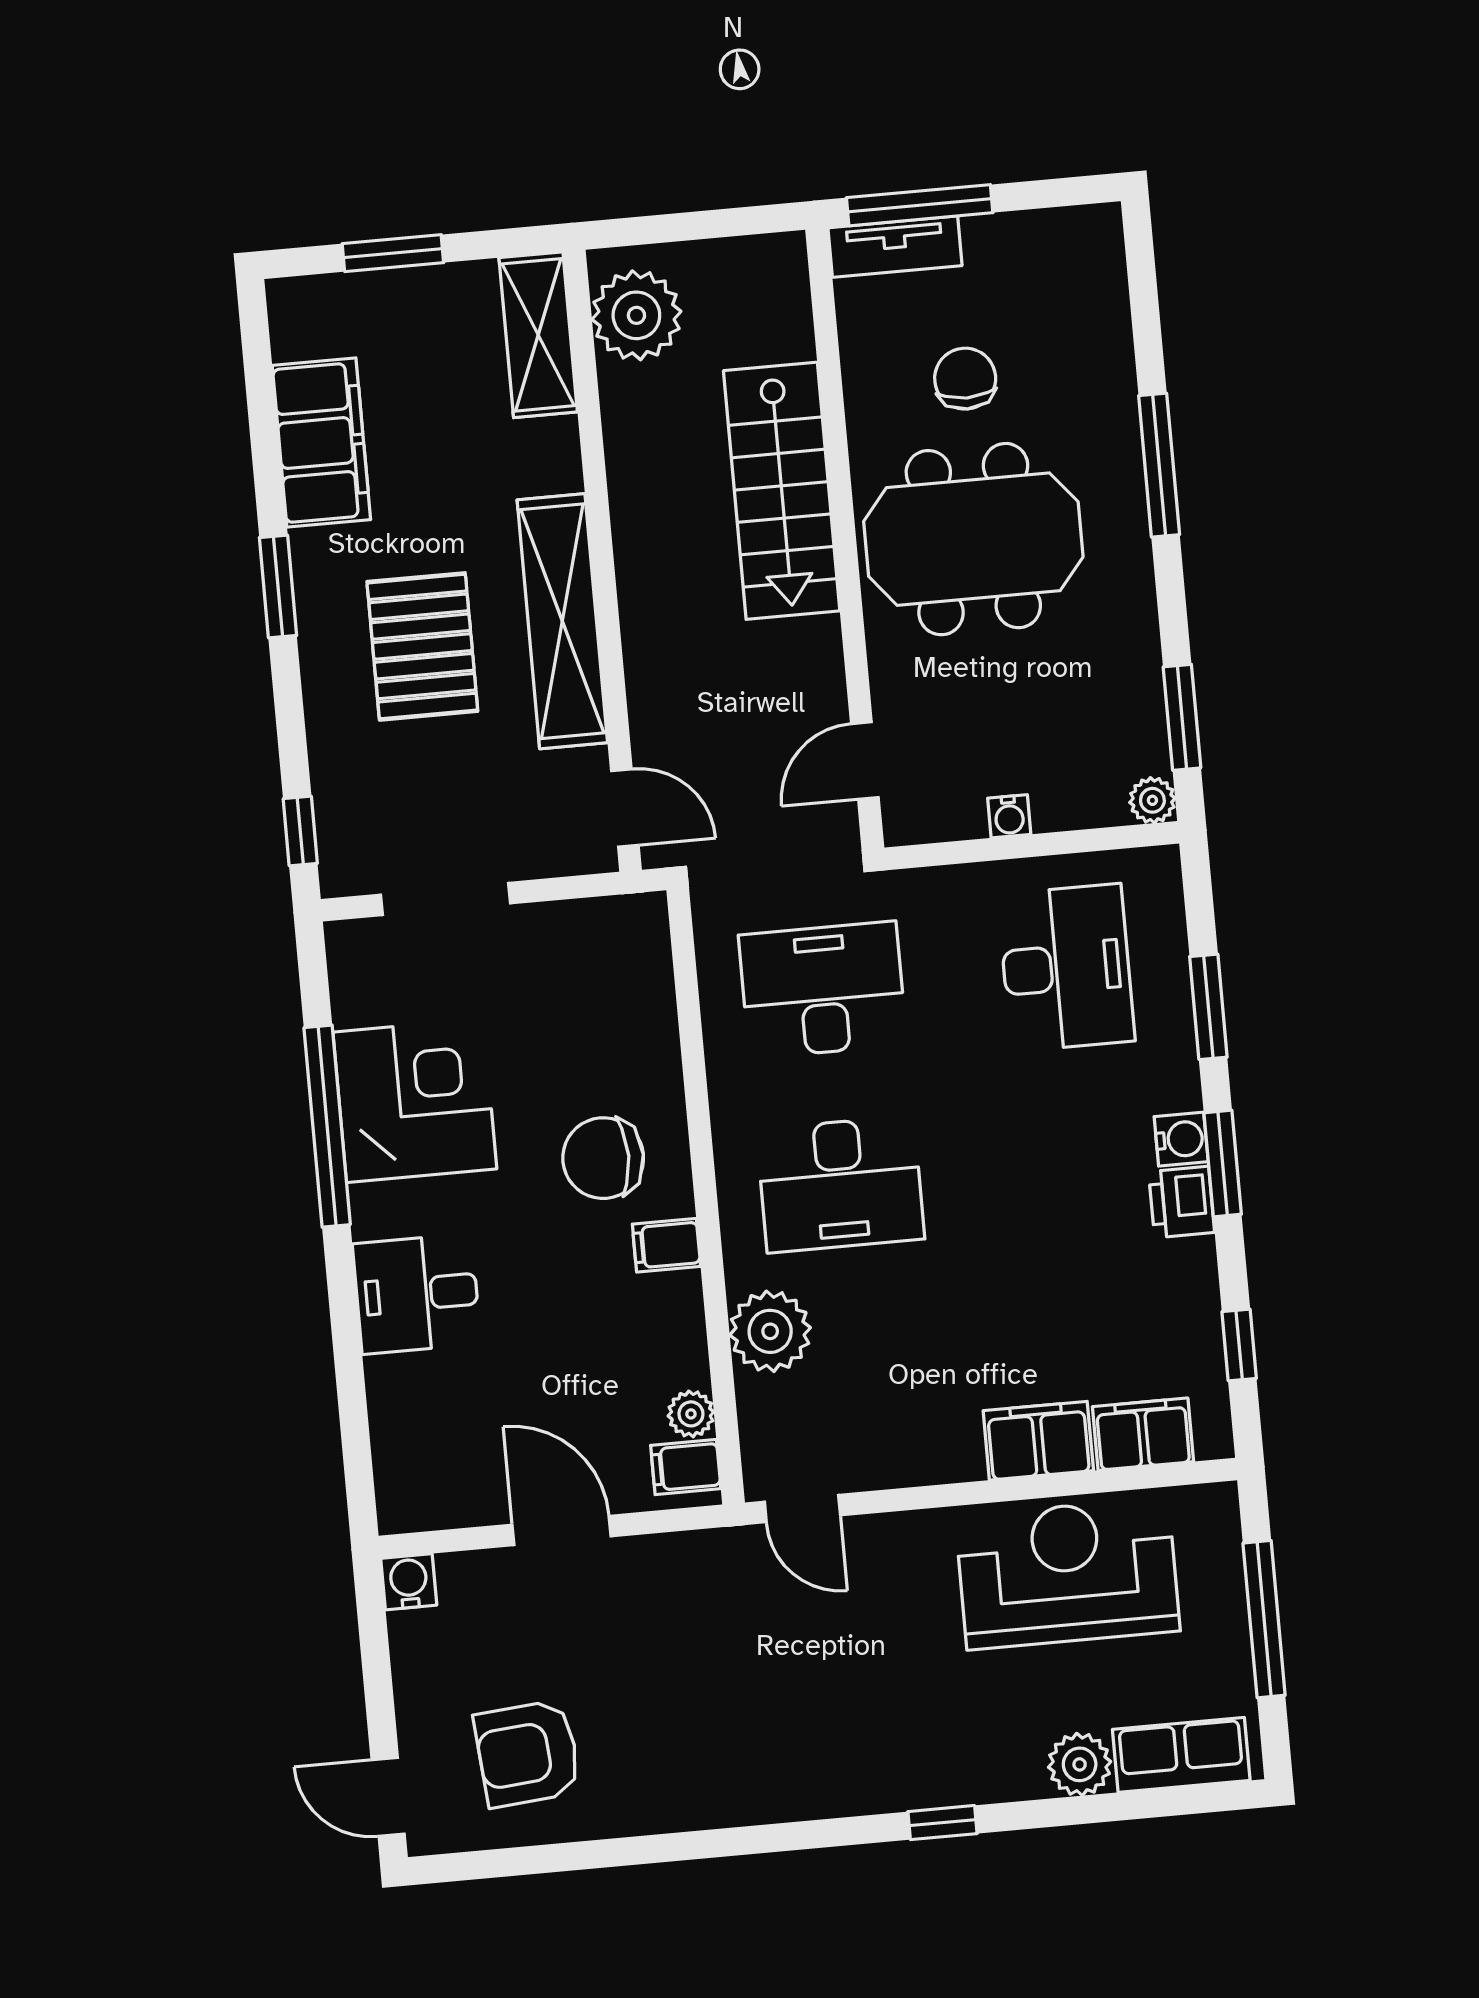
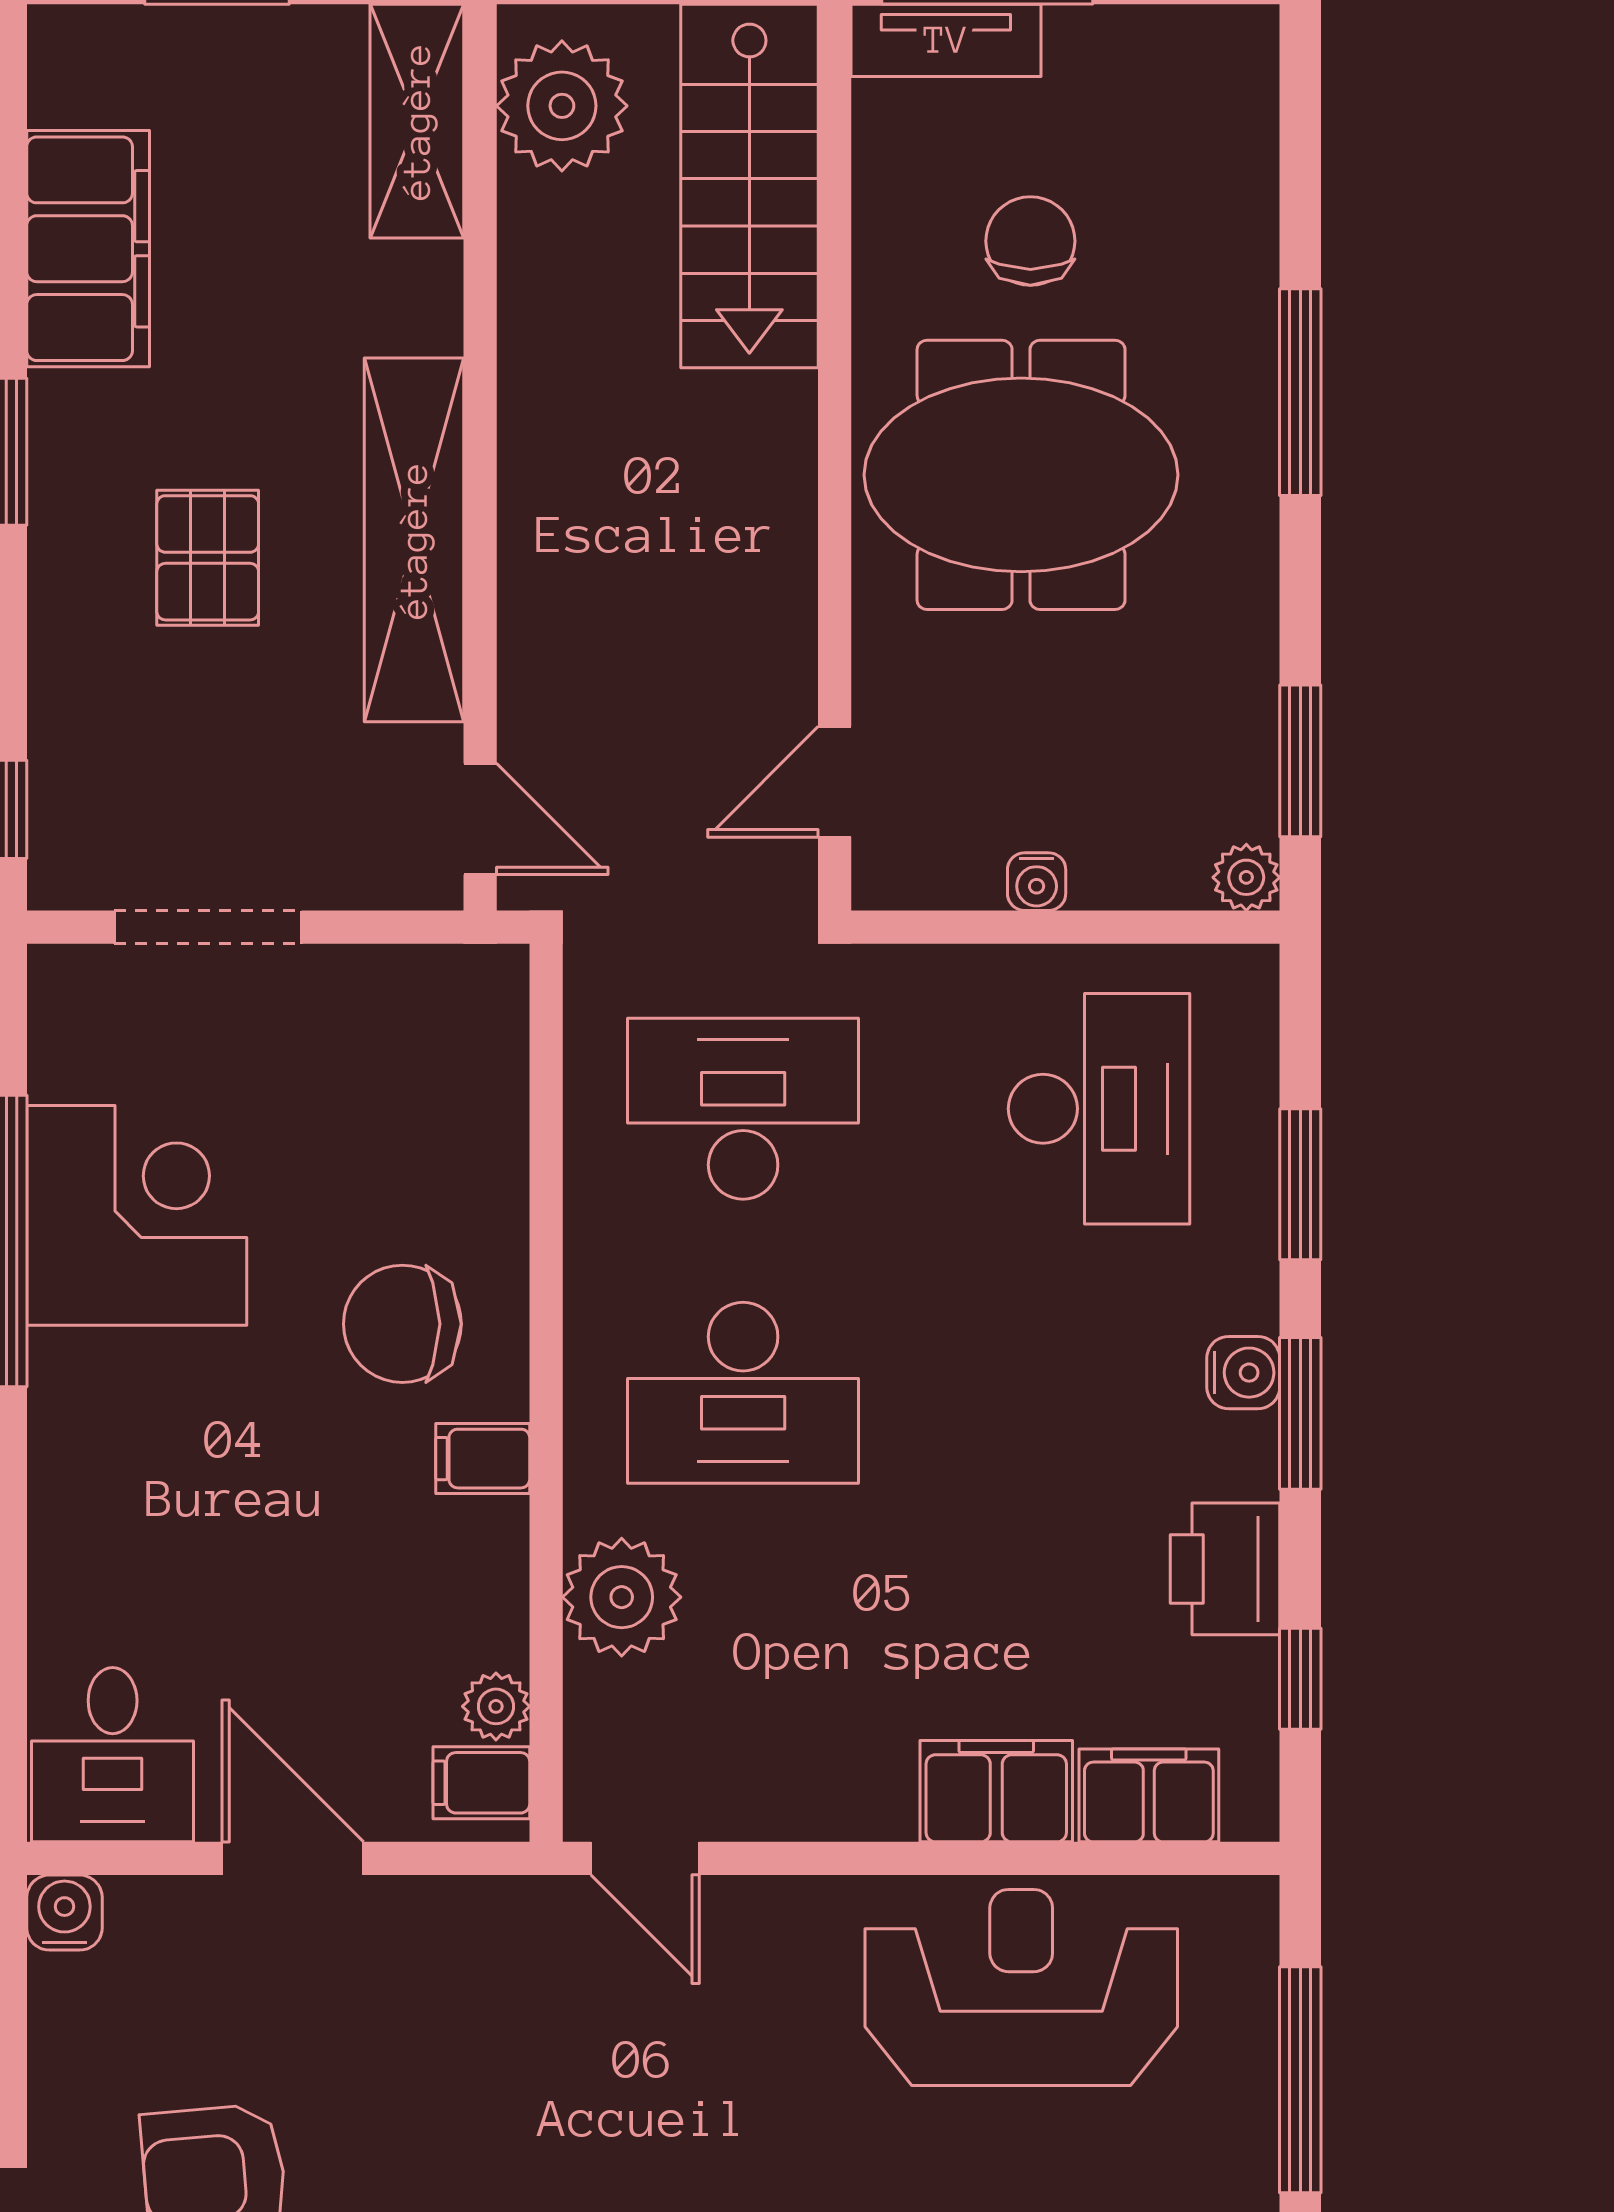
stairs: (782, 491) -> (749, 186), moved
pallet: (422, 646) -> (208, 558), width x0.67, depth x0.71
printer: (1182, 1202) -> (1225, 1569), moved, width x1.36, depth x1.24
desk: (417, 1294) -> (113, 1755), moved, turned -90

